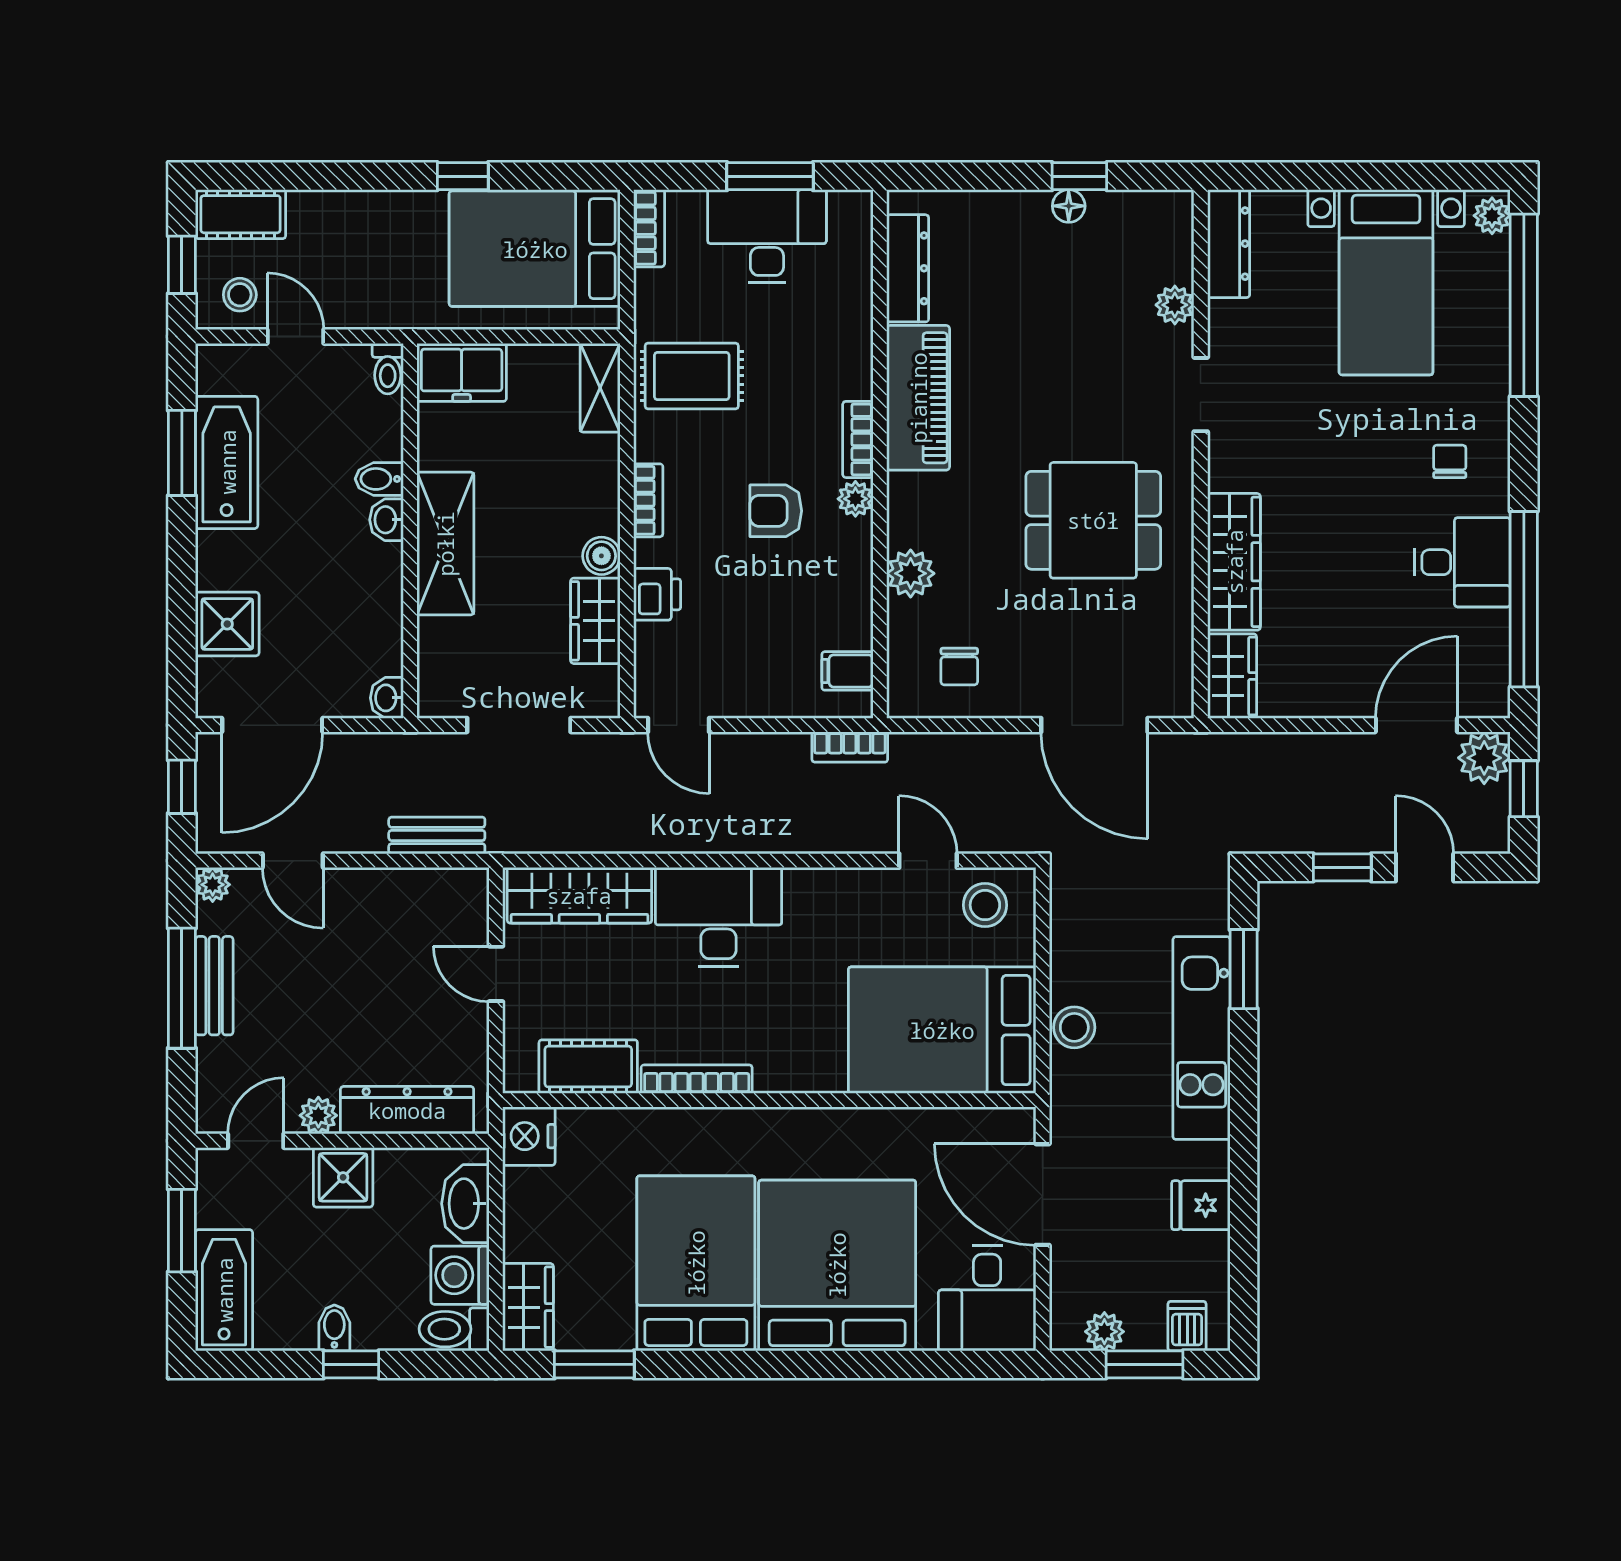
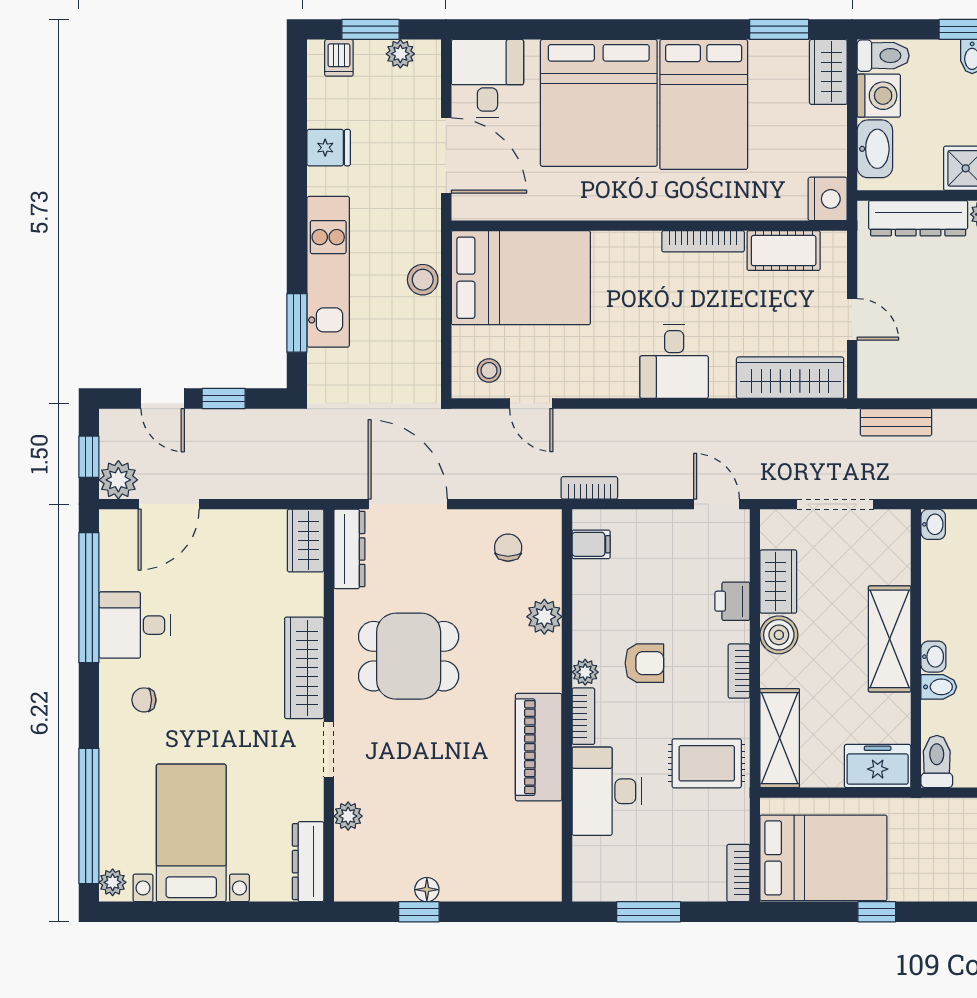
desk: (767, 236) -> (607, 791), moved, turned 90
dresser: (908, 268) -> (349, 549), moved, turned 180
toilet: (388, 369) -> (937, 762), width x1.37, depth x1.39
shelving: (600, 388) -> (780, 738), width x1.50, depth x1.33
chair: (1450, 461) -> (144, 700), turned 90
boiler: (601, 556) -> (779, 635), width x1.36, depth x1.36
wardrobe: (1234, 562) -> (304, 668), moved
stool: (985, 905) -> (489, 371), width x0.73, depth x0.73
desk: (718, 917) -> (674, 362), width x0.73

